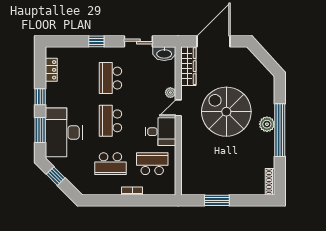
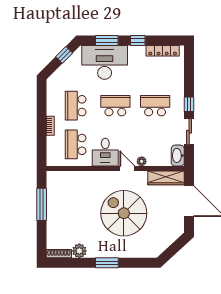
window: (96, 41) -> (189, 104), moved
locker: (51, 70) -> (163, 51), width x1.53
spiral stairs: (226, 112) -> (124, 213), turned -90
plant: (267, 124) -> (79, 251), moved
window: (280, 130) -> (107, 263), width x0.47
school desk: (152, 164) -> (76, 144), turned 180
window: (217, 200) -> (42, 204), width x1.44

